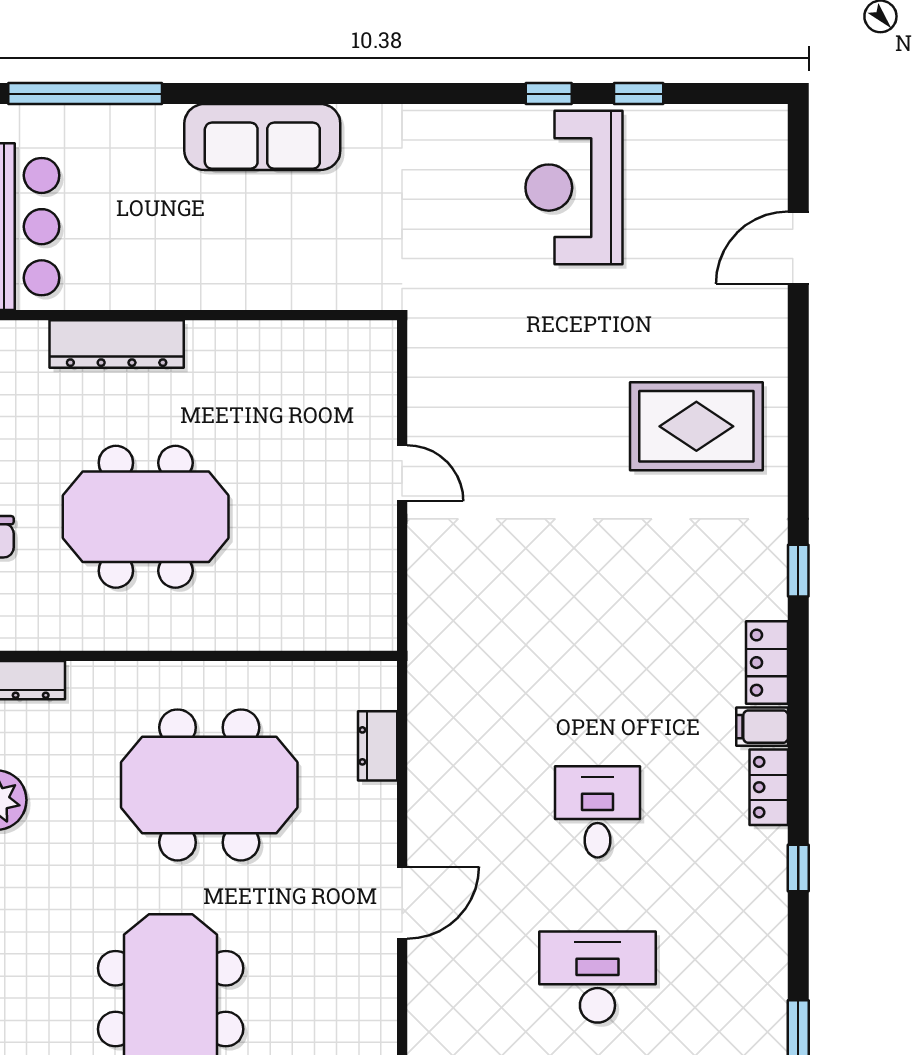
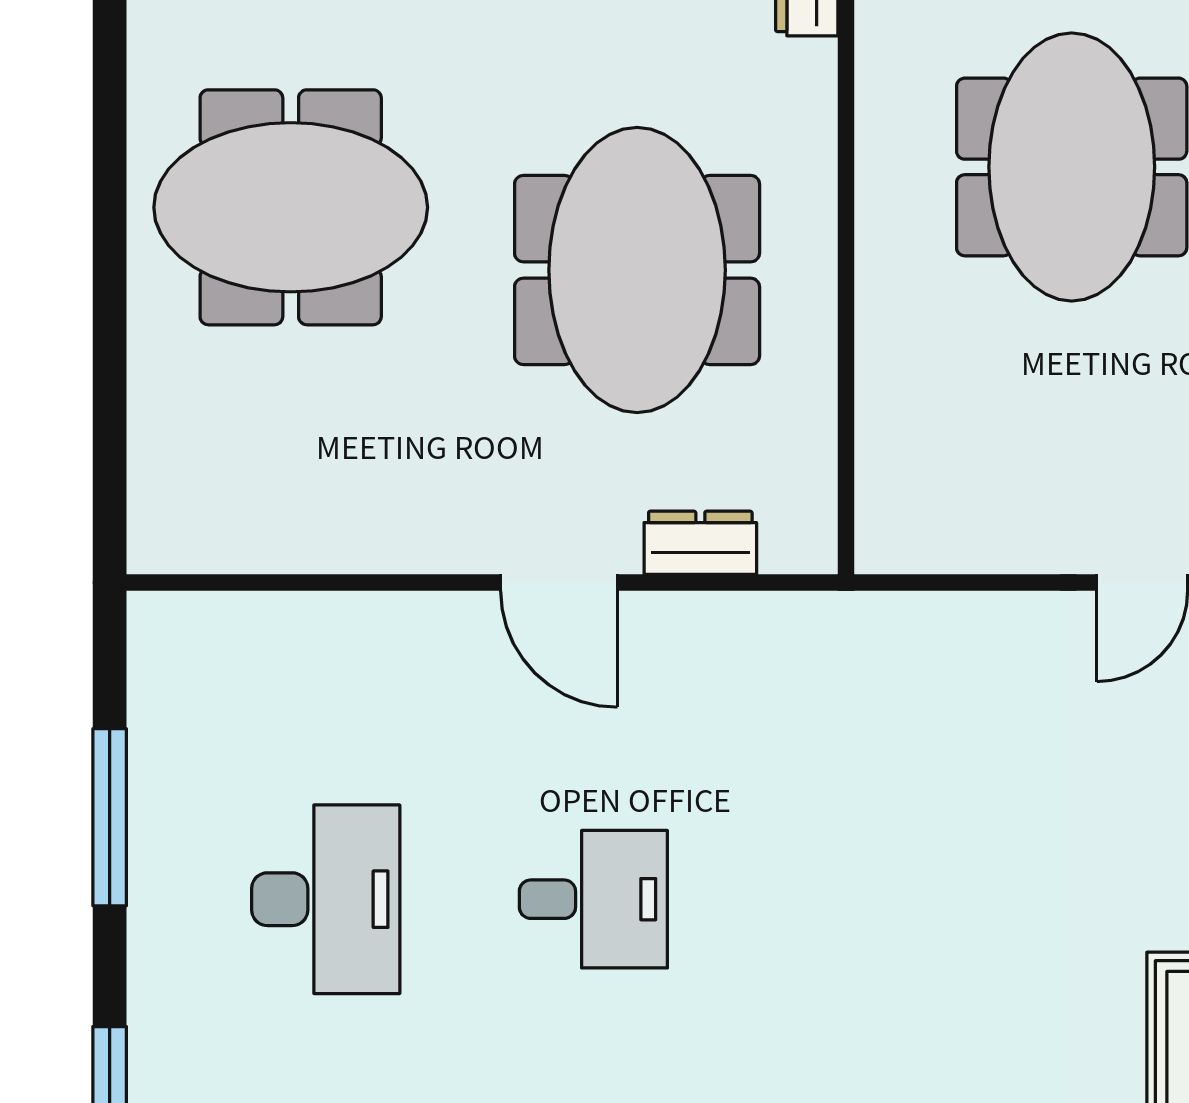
door: (402, 903) -> (559, 583), moved

